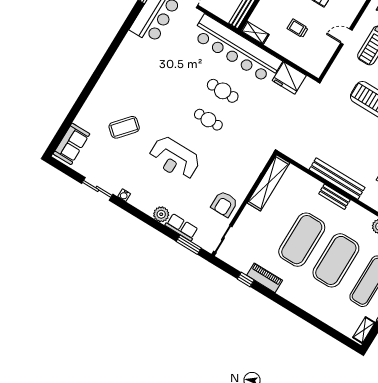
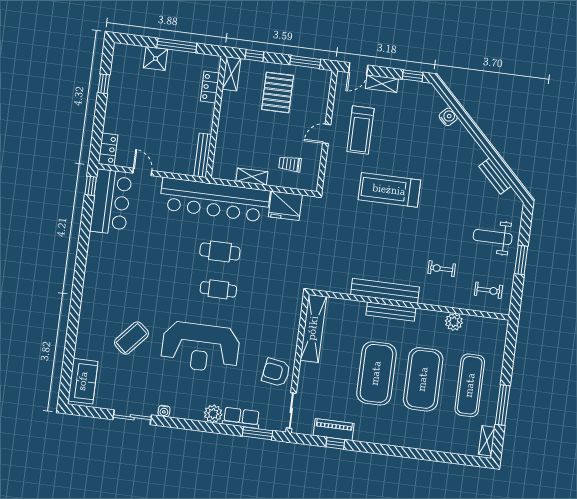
trolley: (298, 28) -> (290, 164), moved
shelving: (255, 33) -> (252, 177), moved
reception desk: (174, 158) -> (200, 347), width x1.36, depth x1.30
bench: (334, 197) -> (391, 312), width x1.36
armchair: (224, 204) -> (276, 372), turned 99
piano: (265, 278) -> (334, 430), moved

